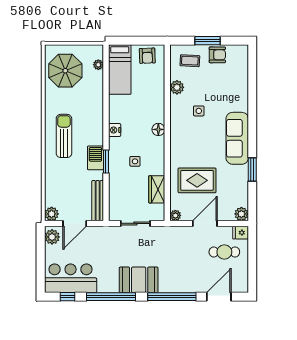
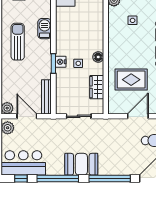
floor lamp: (158, 129) -> (98, 57), moved
nightstand: (115, 130) -> (61, 62), moved
barbecue: (95, 158) -> (45, 29), moved
plant: (175, 215) -> (113, 109), removed
door: (75, 223) -> (27, 116), swing flipped

